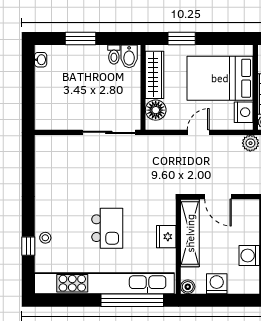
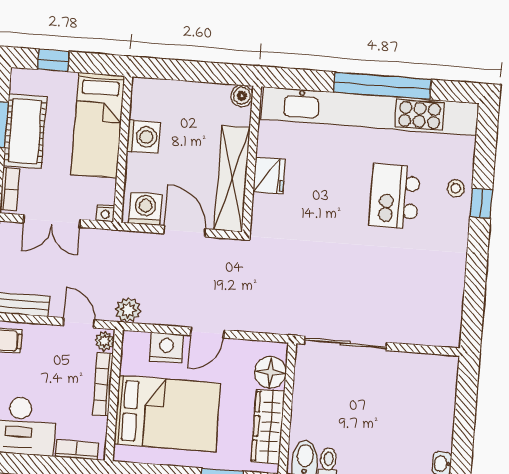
nightstand: (244, 112) -> (166, 348), moved, turned 90
kitchen island: (107, 228) -> (395, 197), moved
window: (28, 246) -> (481, 203), moved
washing machine: (217, 284) -> (145, 209), moved, turned 180
window: (132, 300) -> (382, 86), moved

